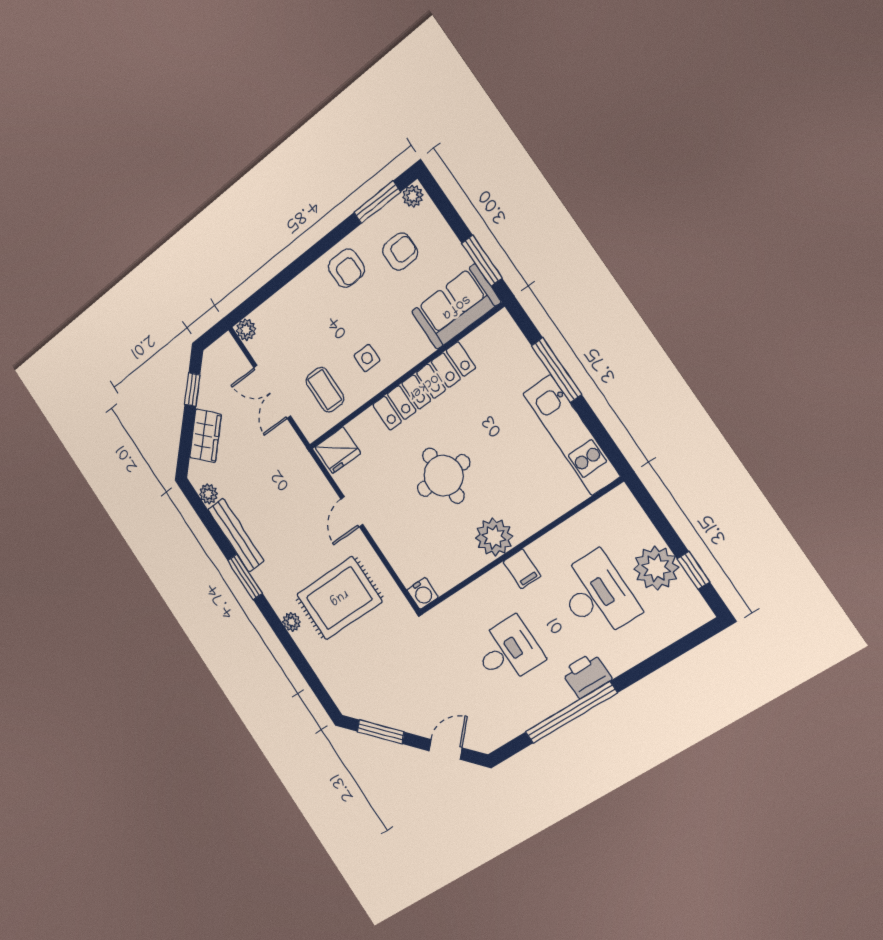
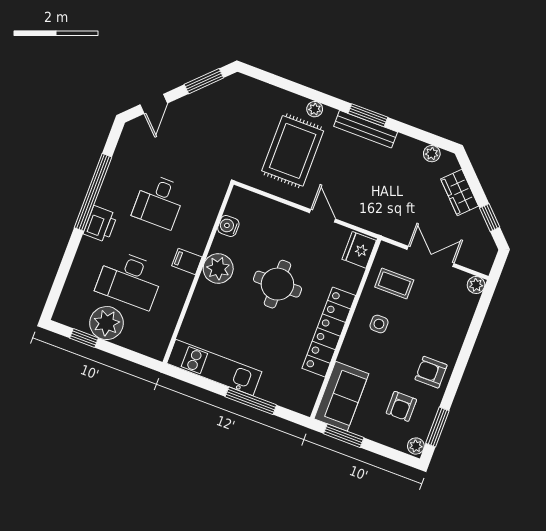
bench: (236, 535) -> (366, 129), moved
water cooler: (422, 593) -> (228, 226), moved

